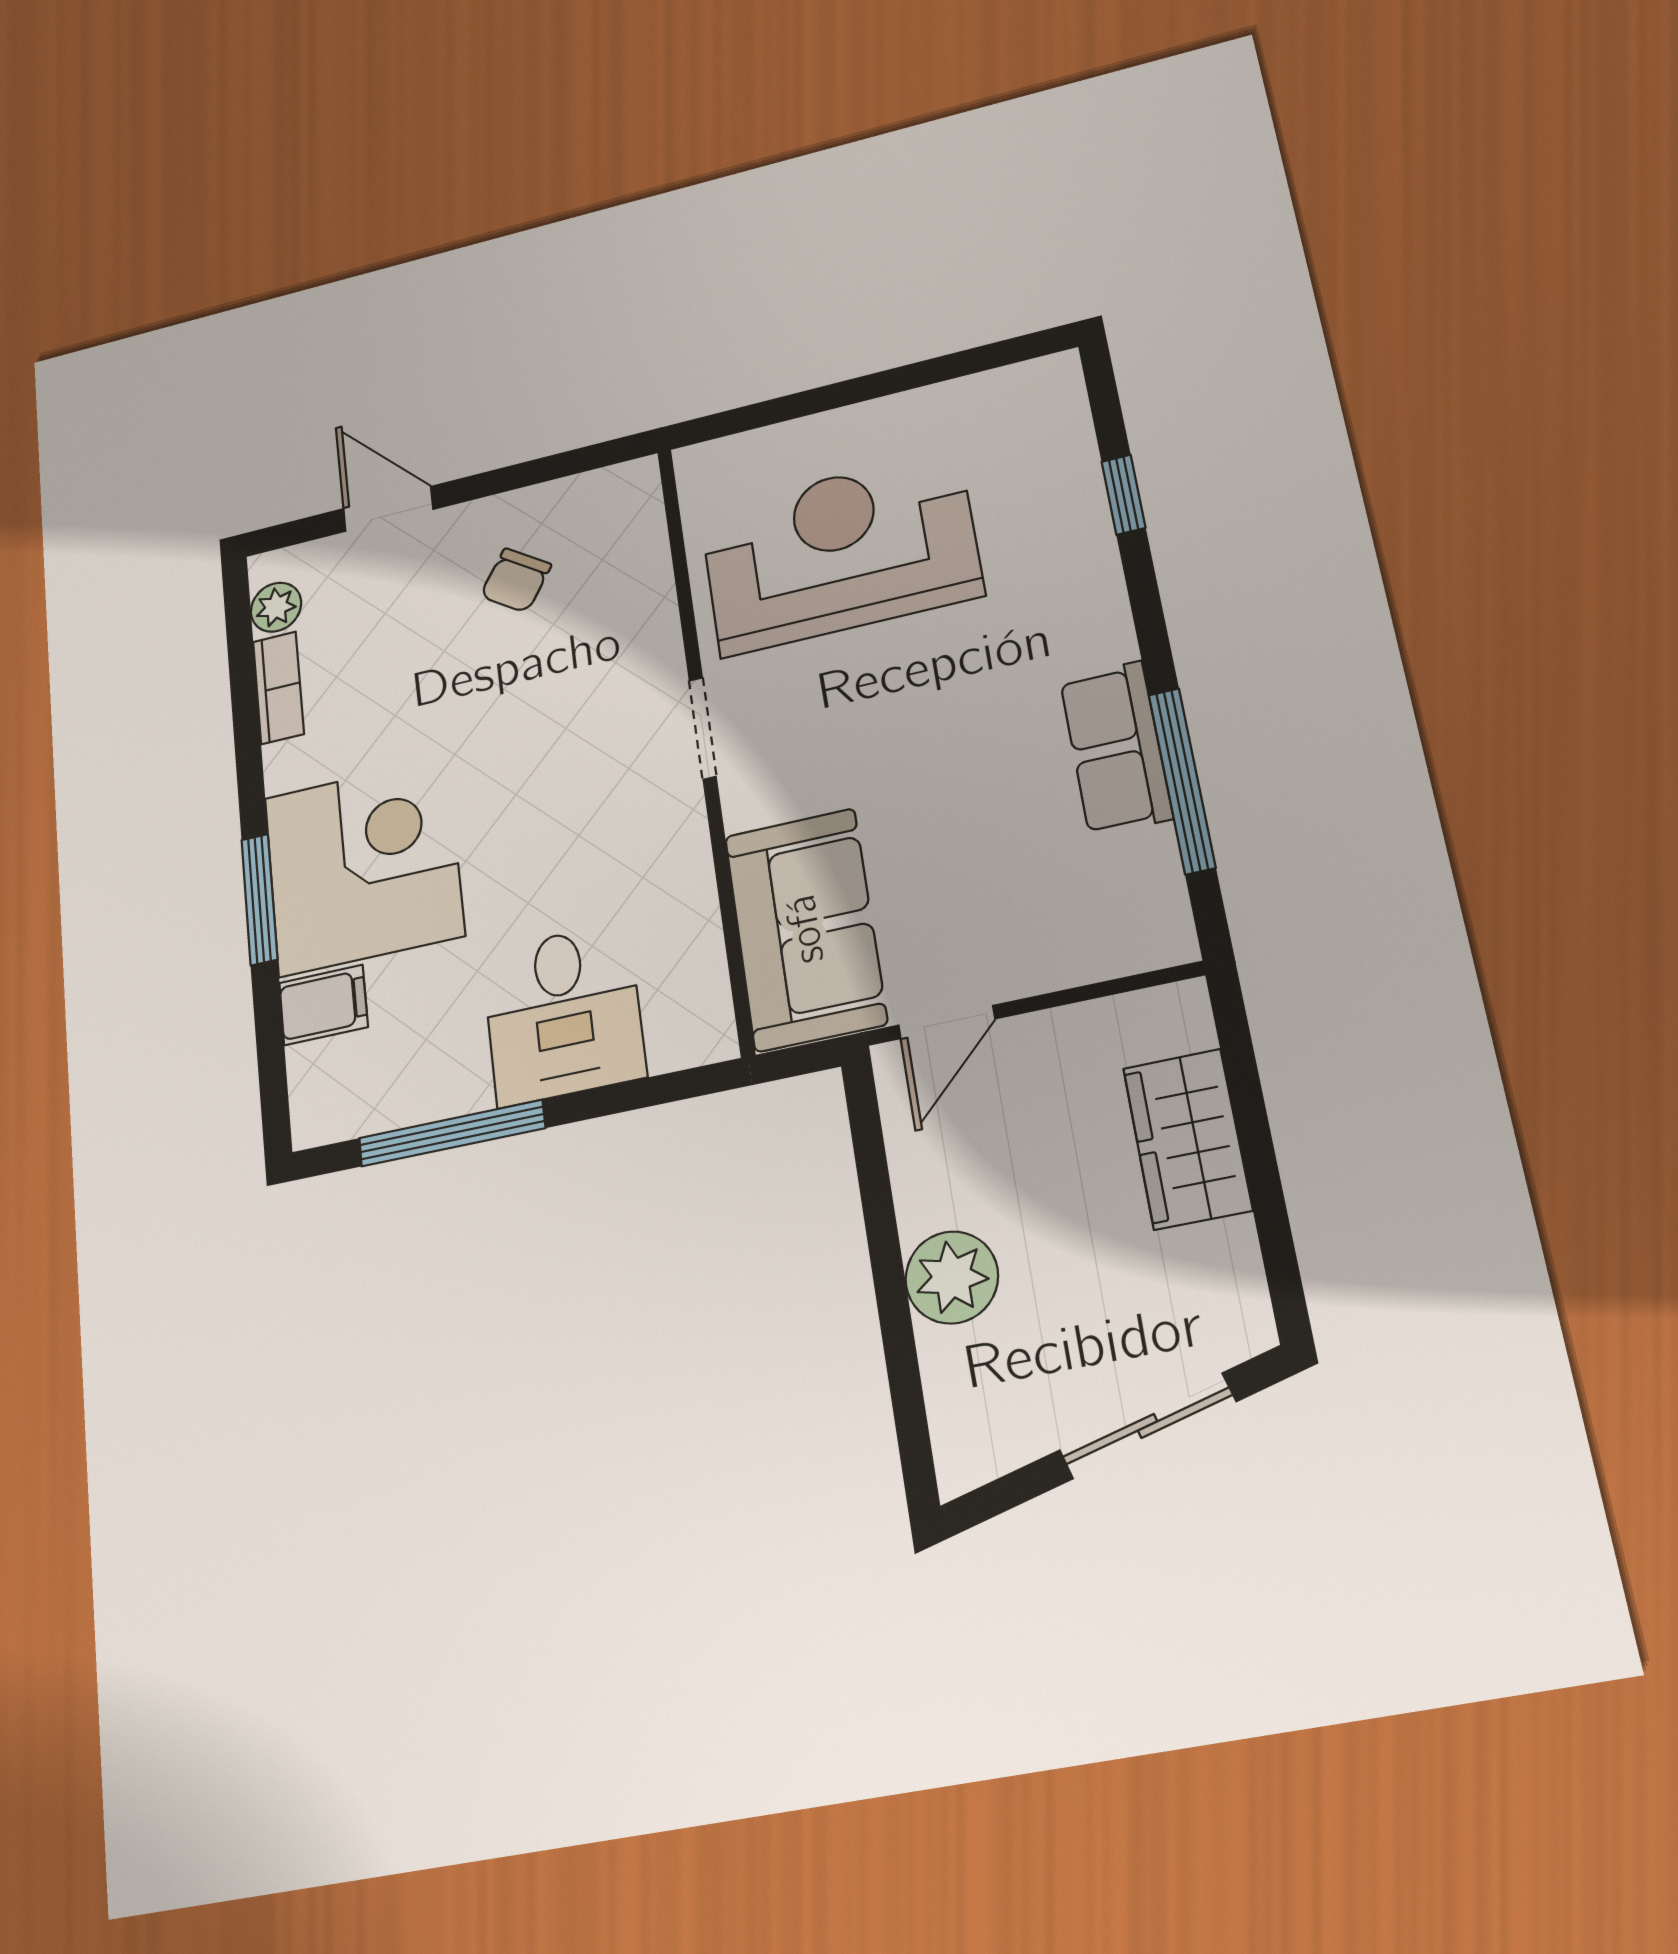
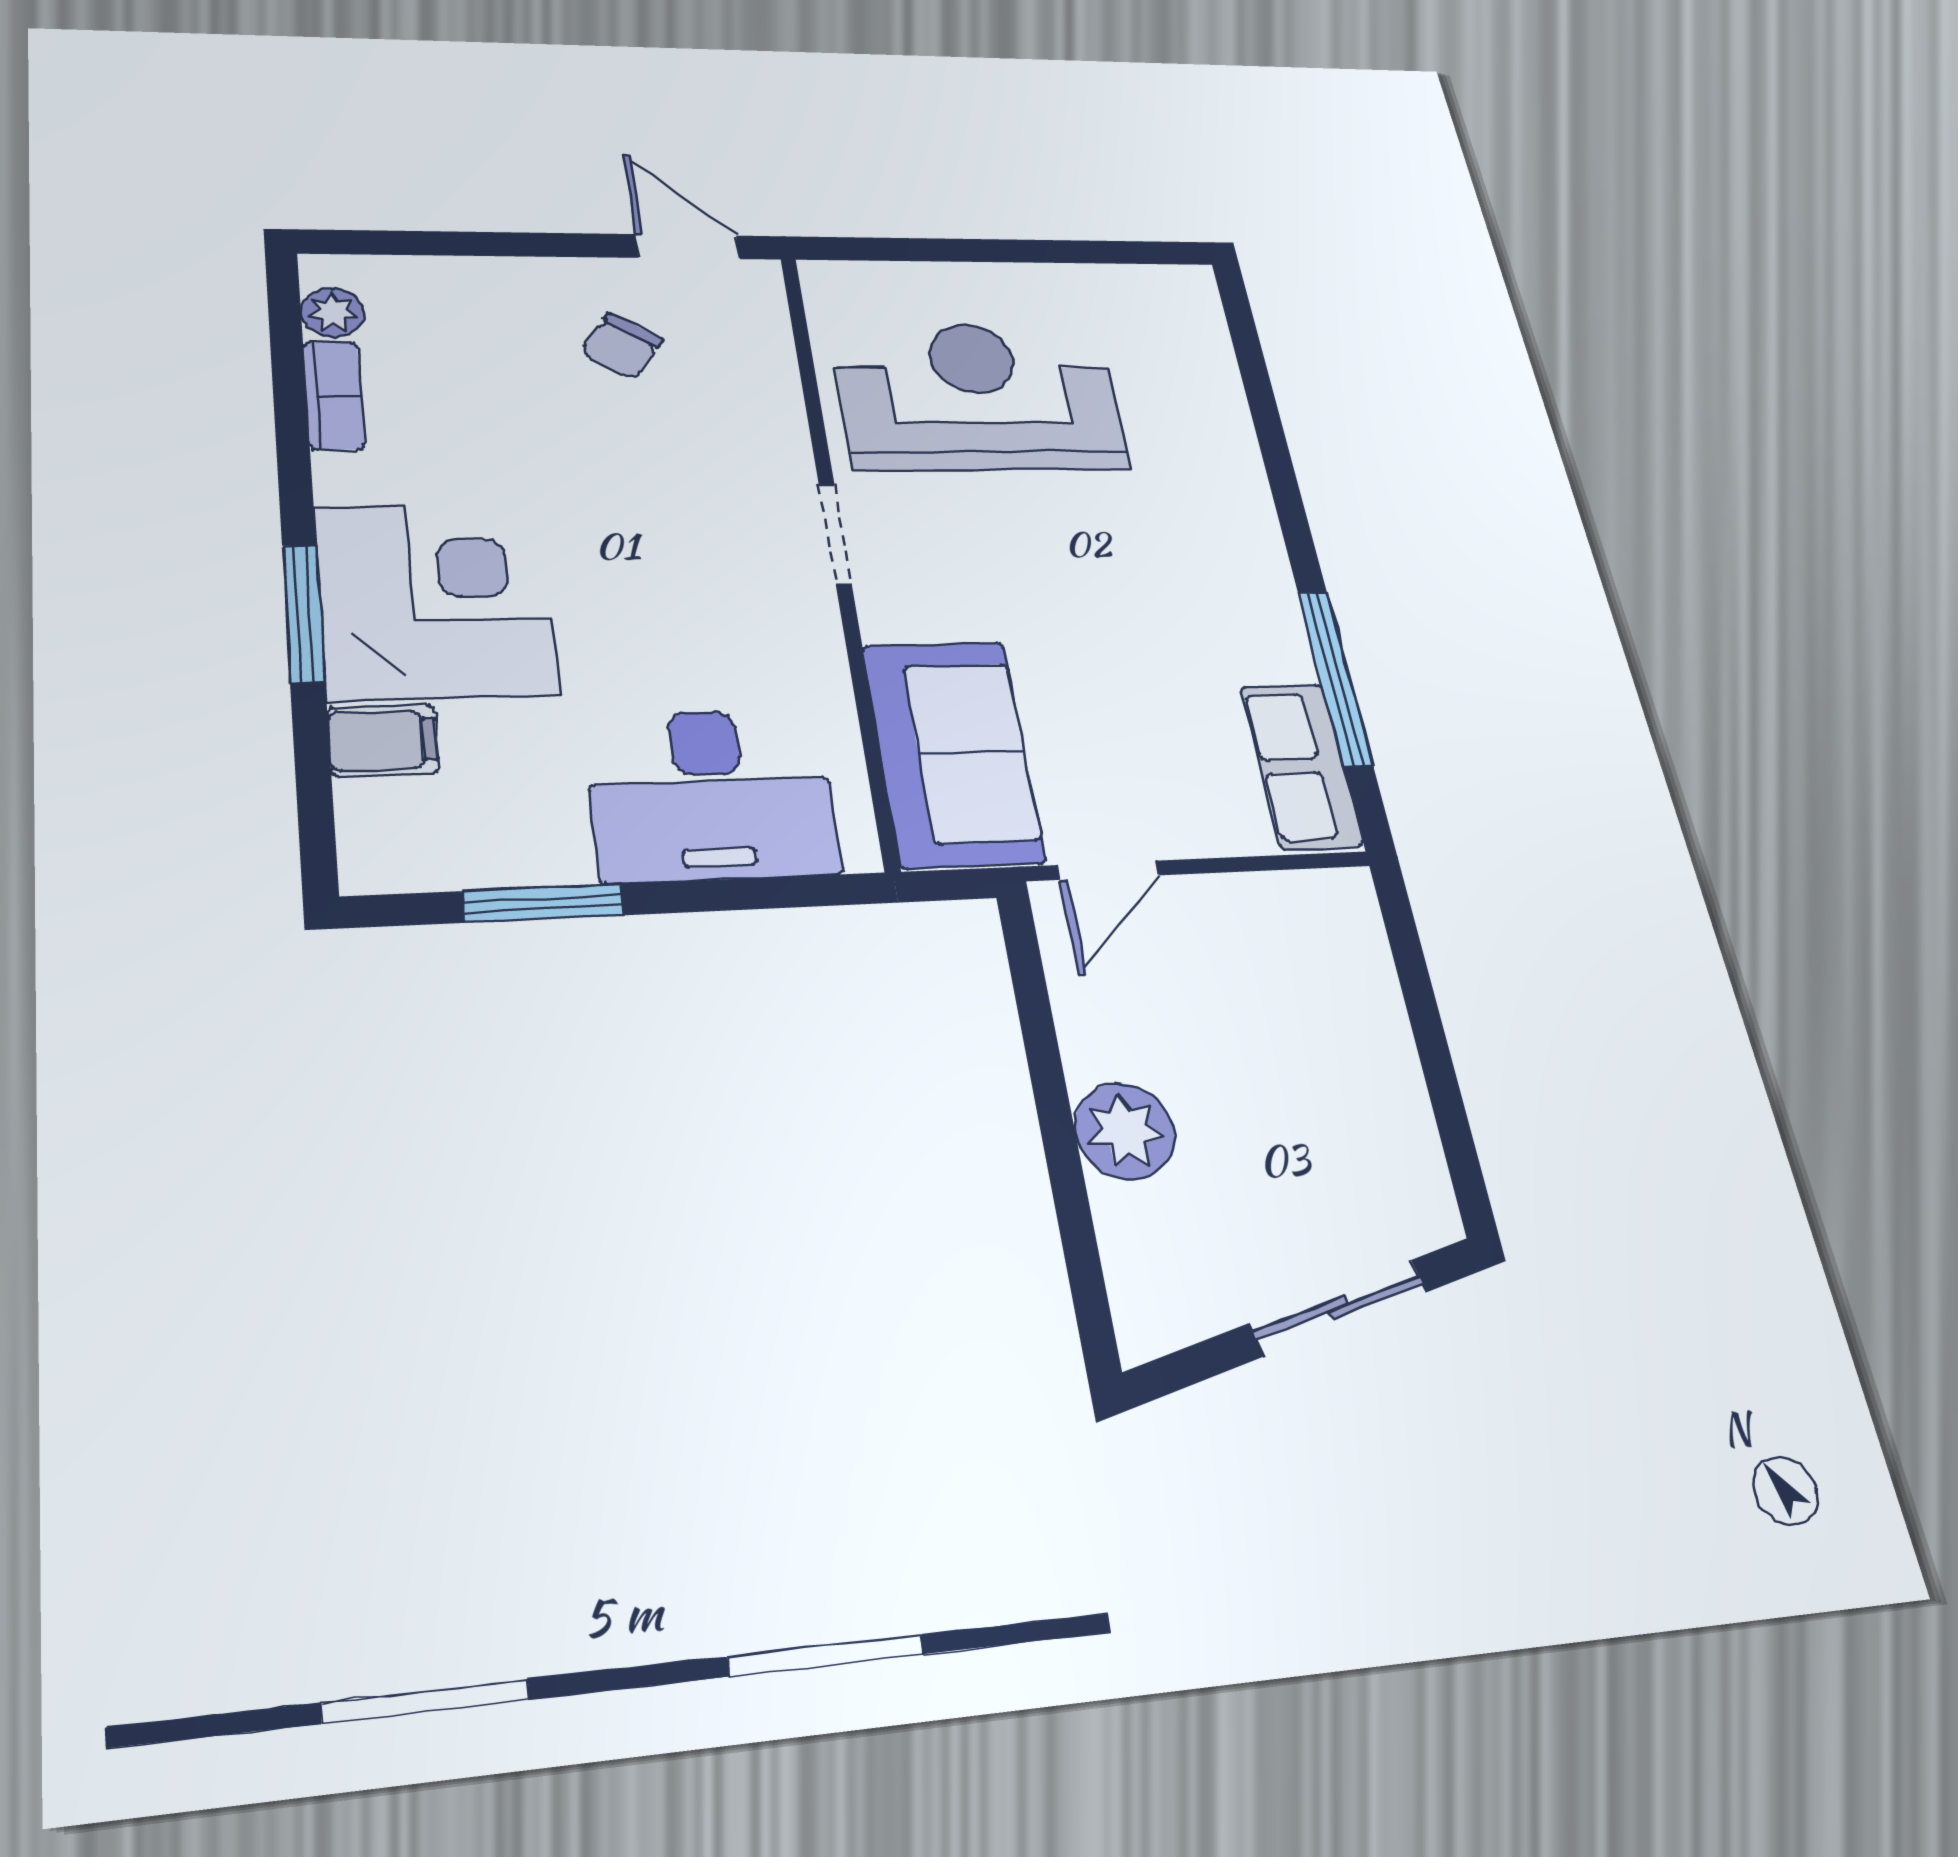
window: (1123, 495) -> (1263, 406), removed
door: (388, 509) -> (688, 247), moved
row of seats: (1116, 748) -> (1301, 766), moved
desk: (563, 1014) -> (711, 795), width x1.37
window: (452, 1133) -> (543, 903), width x0.69
wardrobe: (1187, 1139) -> (1361, 1022), removed

